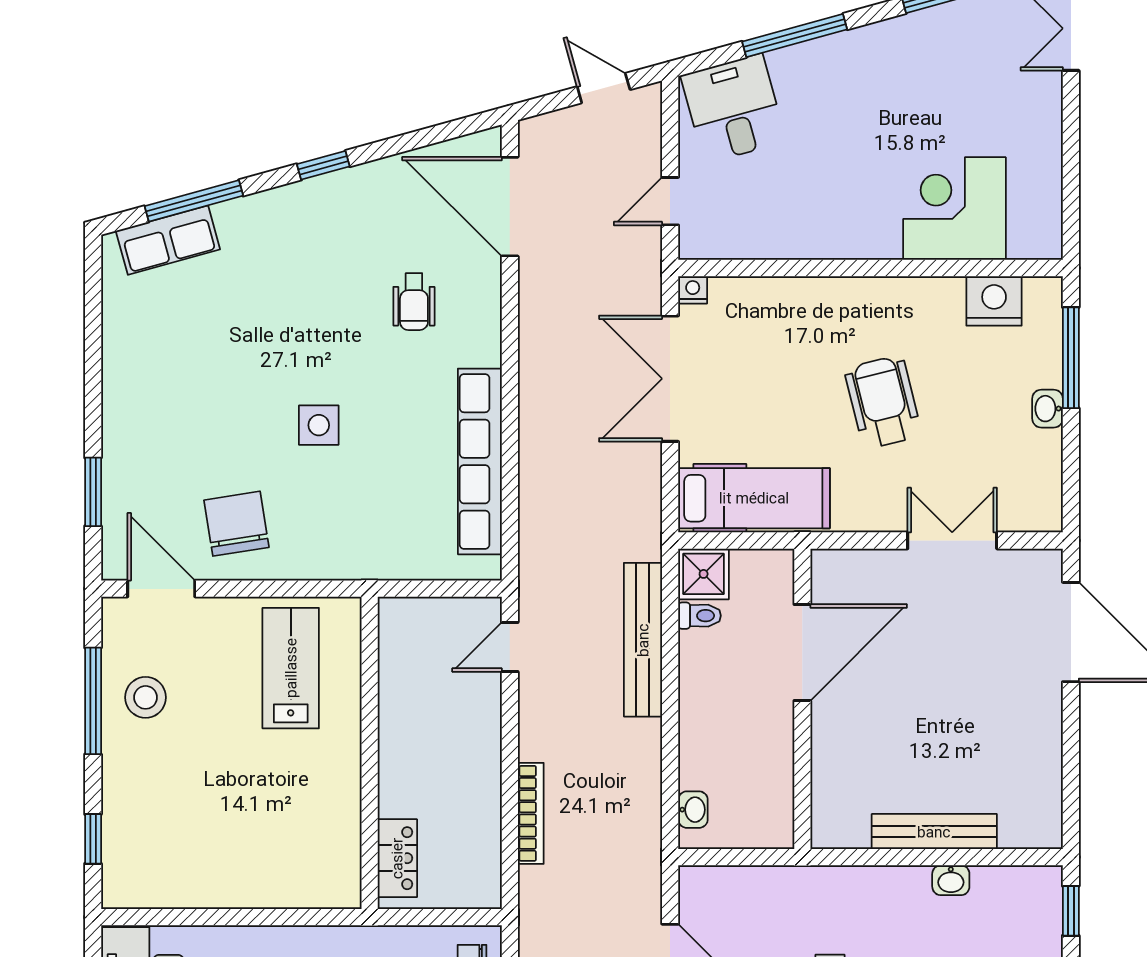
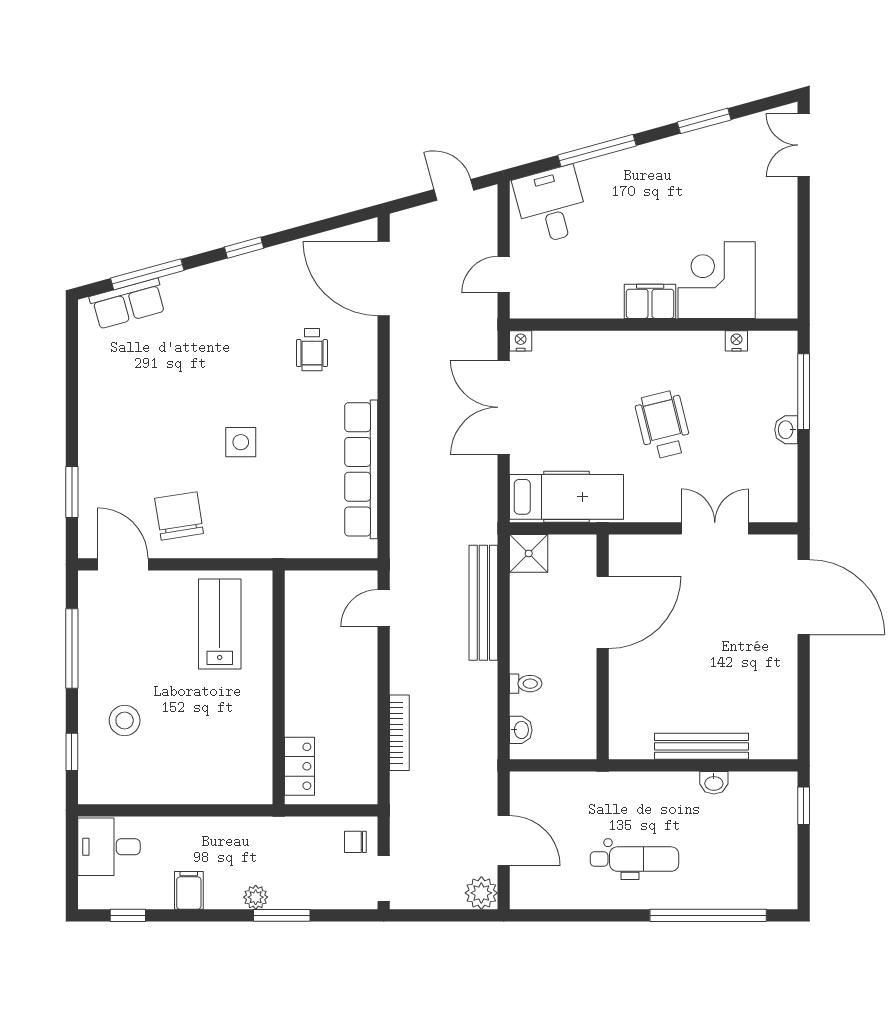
filing cabinet: (866, 237) -> (650, 301), added
nightstand: (994, 301) -> (736, 341), width x0.53, depth x0.56
toilet: (700, 616) -> (526, 684), moved
stool: (146, 697) -> (125, 720), moved

